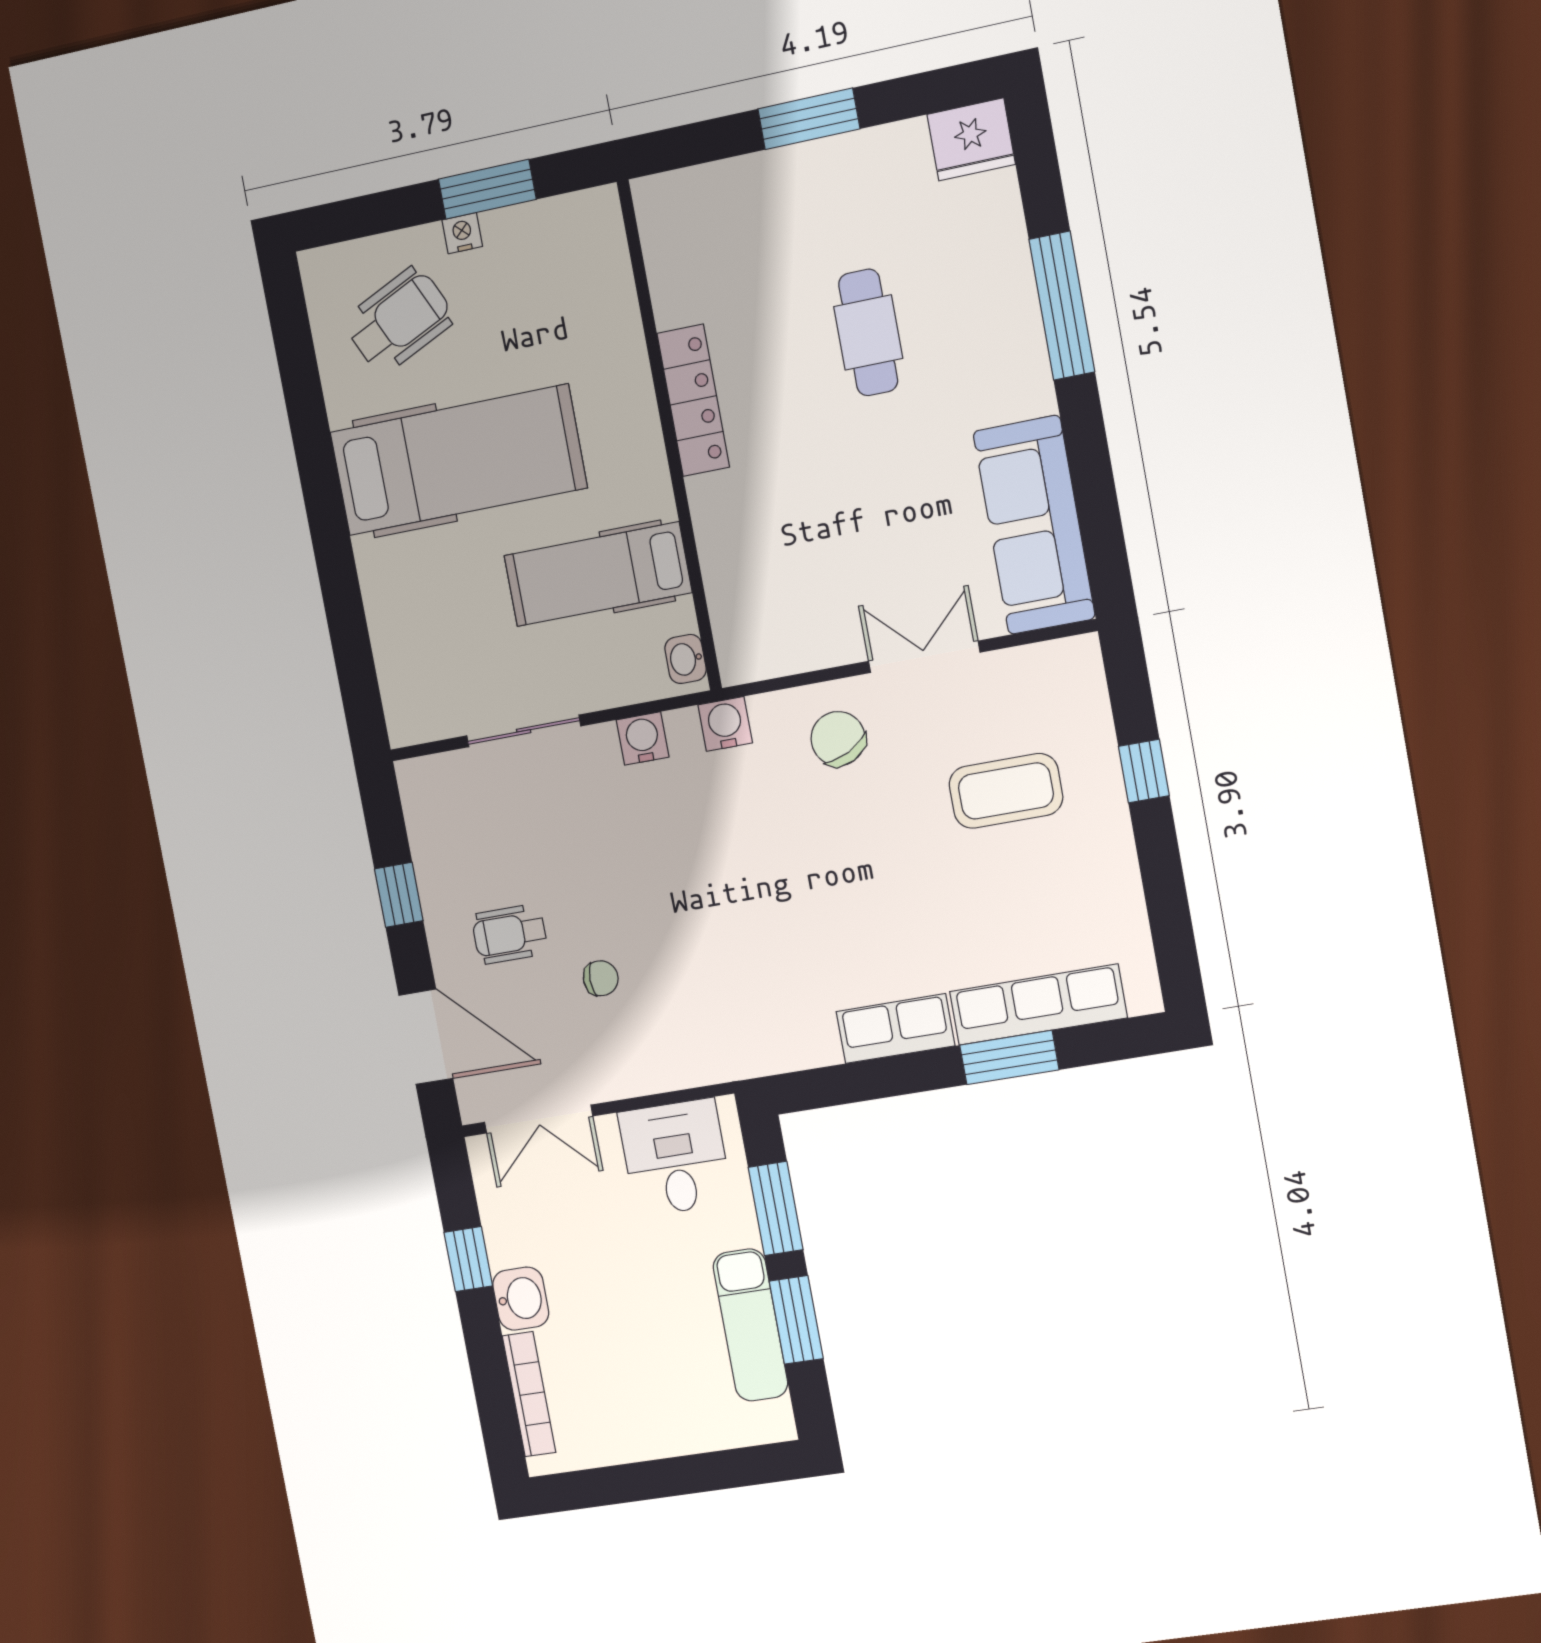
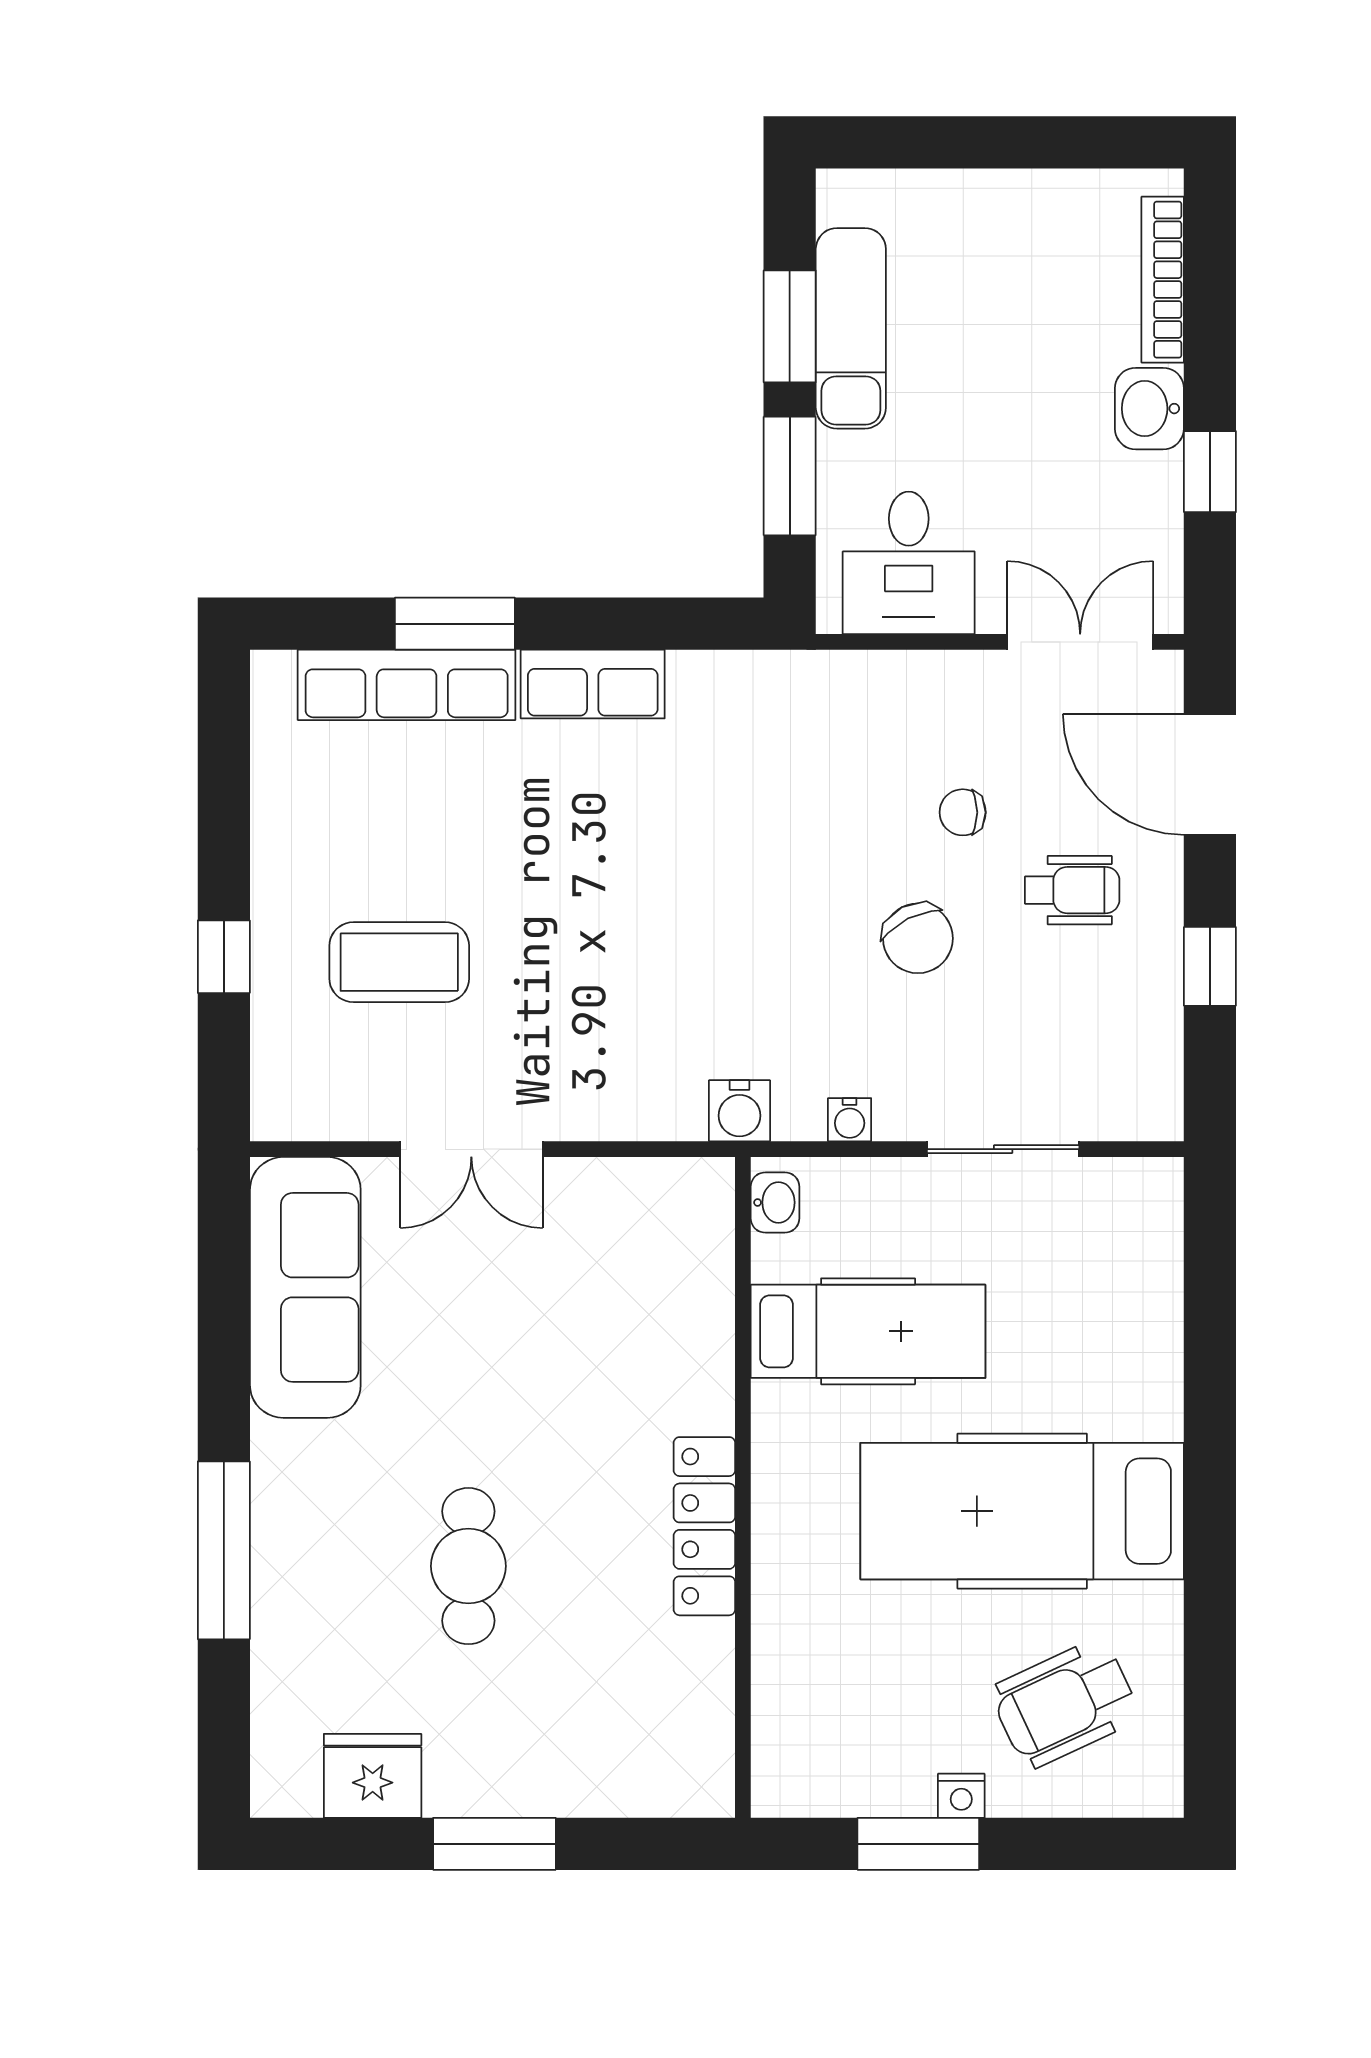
fridge: (971, 139) -> (373, 1776), moved
water cooler: (643, 739) -> (850, 1120), width x0.72, depth x0.72
chair: (838, 739) -> (918, 938), moved

